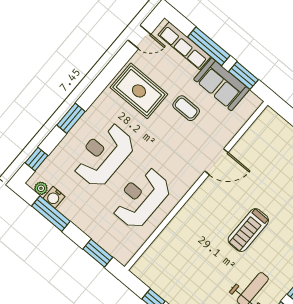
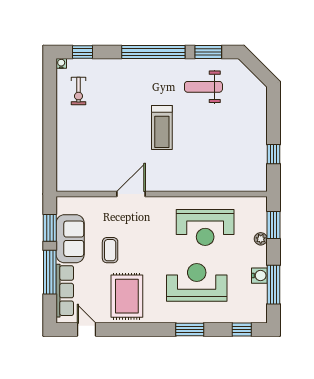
reception desk: (104, 155) -> (197, 282), turned 180
door: (216, 162) -> (131, 194), hinge flipped
plant: (41, 188) -> (261, 239), moved
water cooler: (54, 197) -> (259, 276), moved
treadmill: (248, 230) -> (162, 127), turned 90

